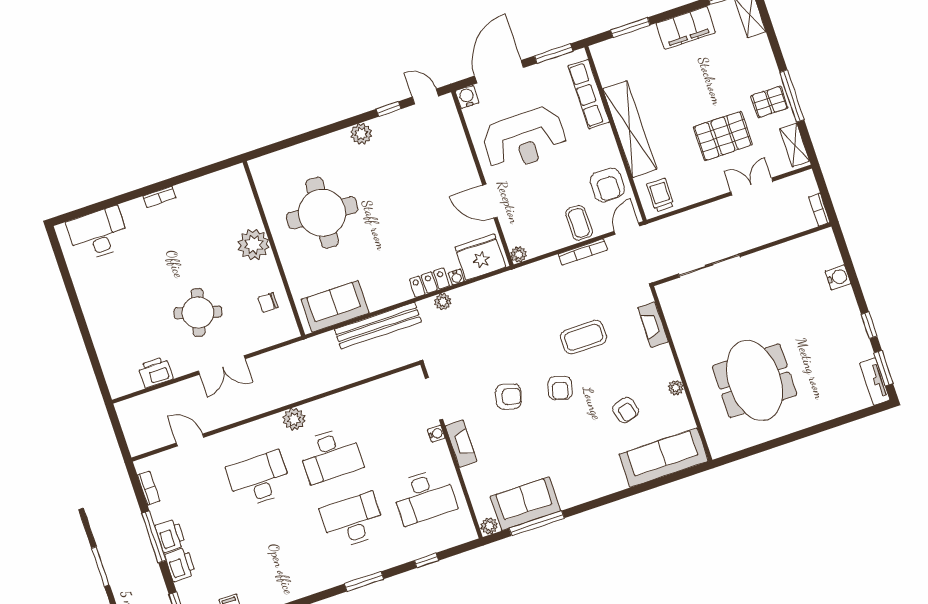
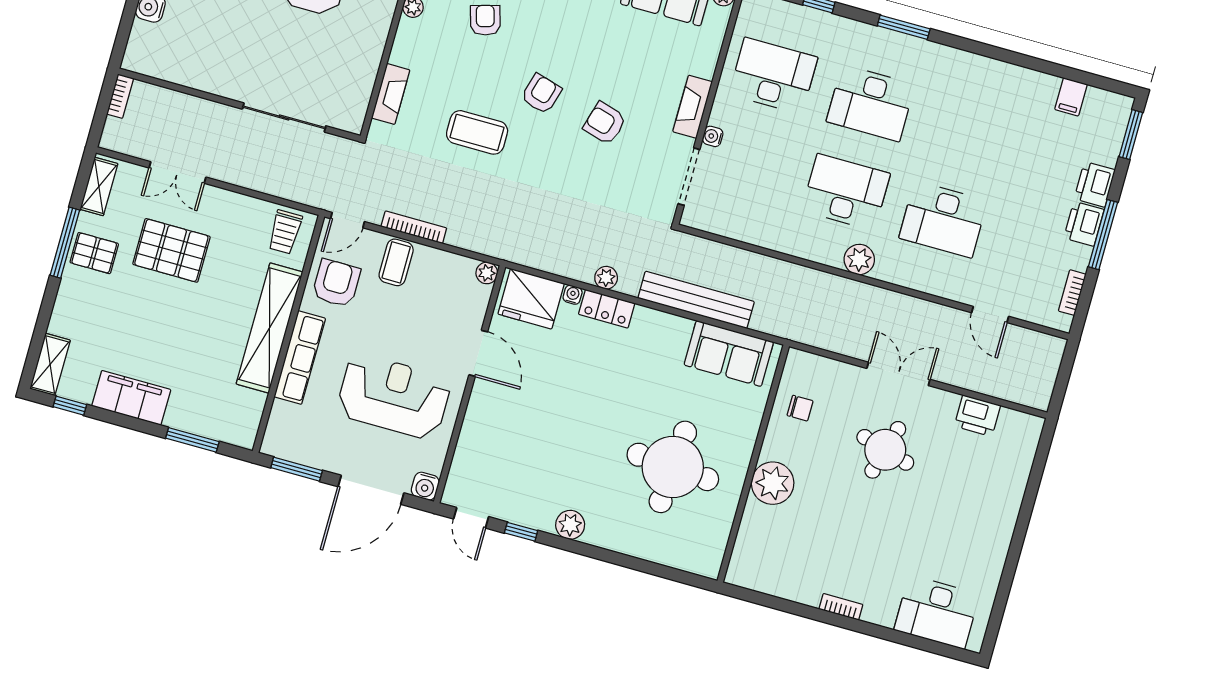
row of seats: (589, 94) -> (300, 357), moved

